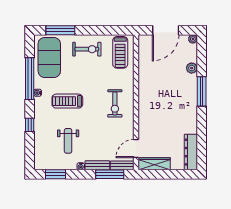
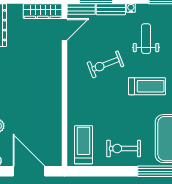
door: (166, 30) -> (29, 171), hinge flipped
exercise bike: (115, 103) -> (105, 64), moved, turned -111

